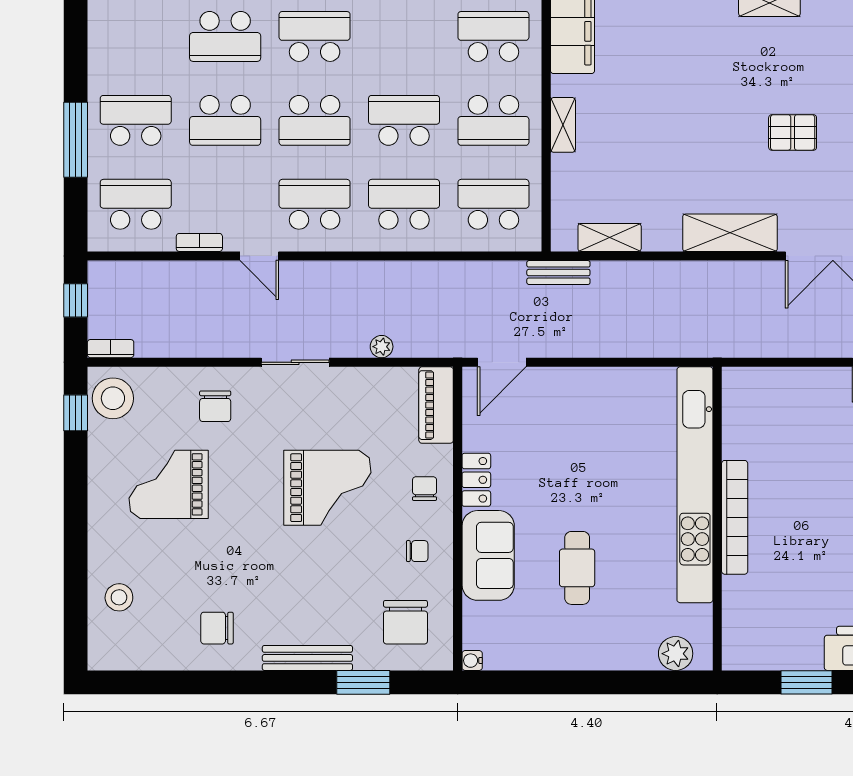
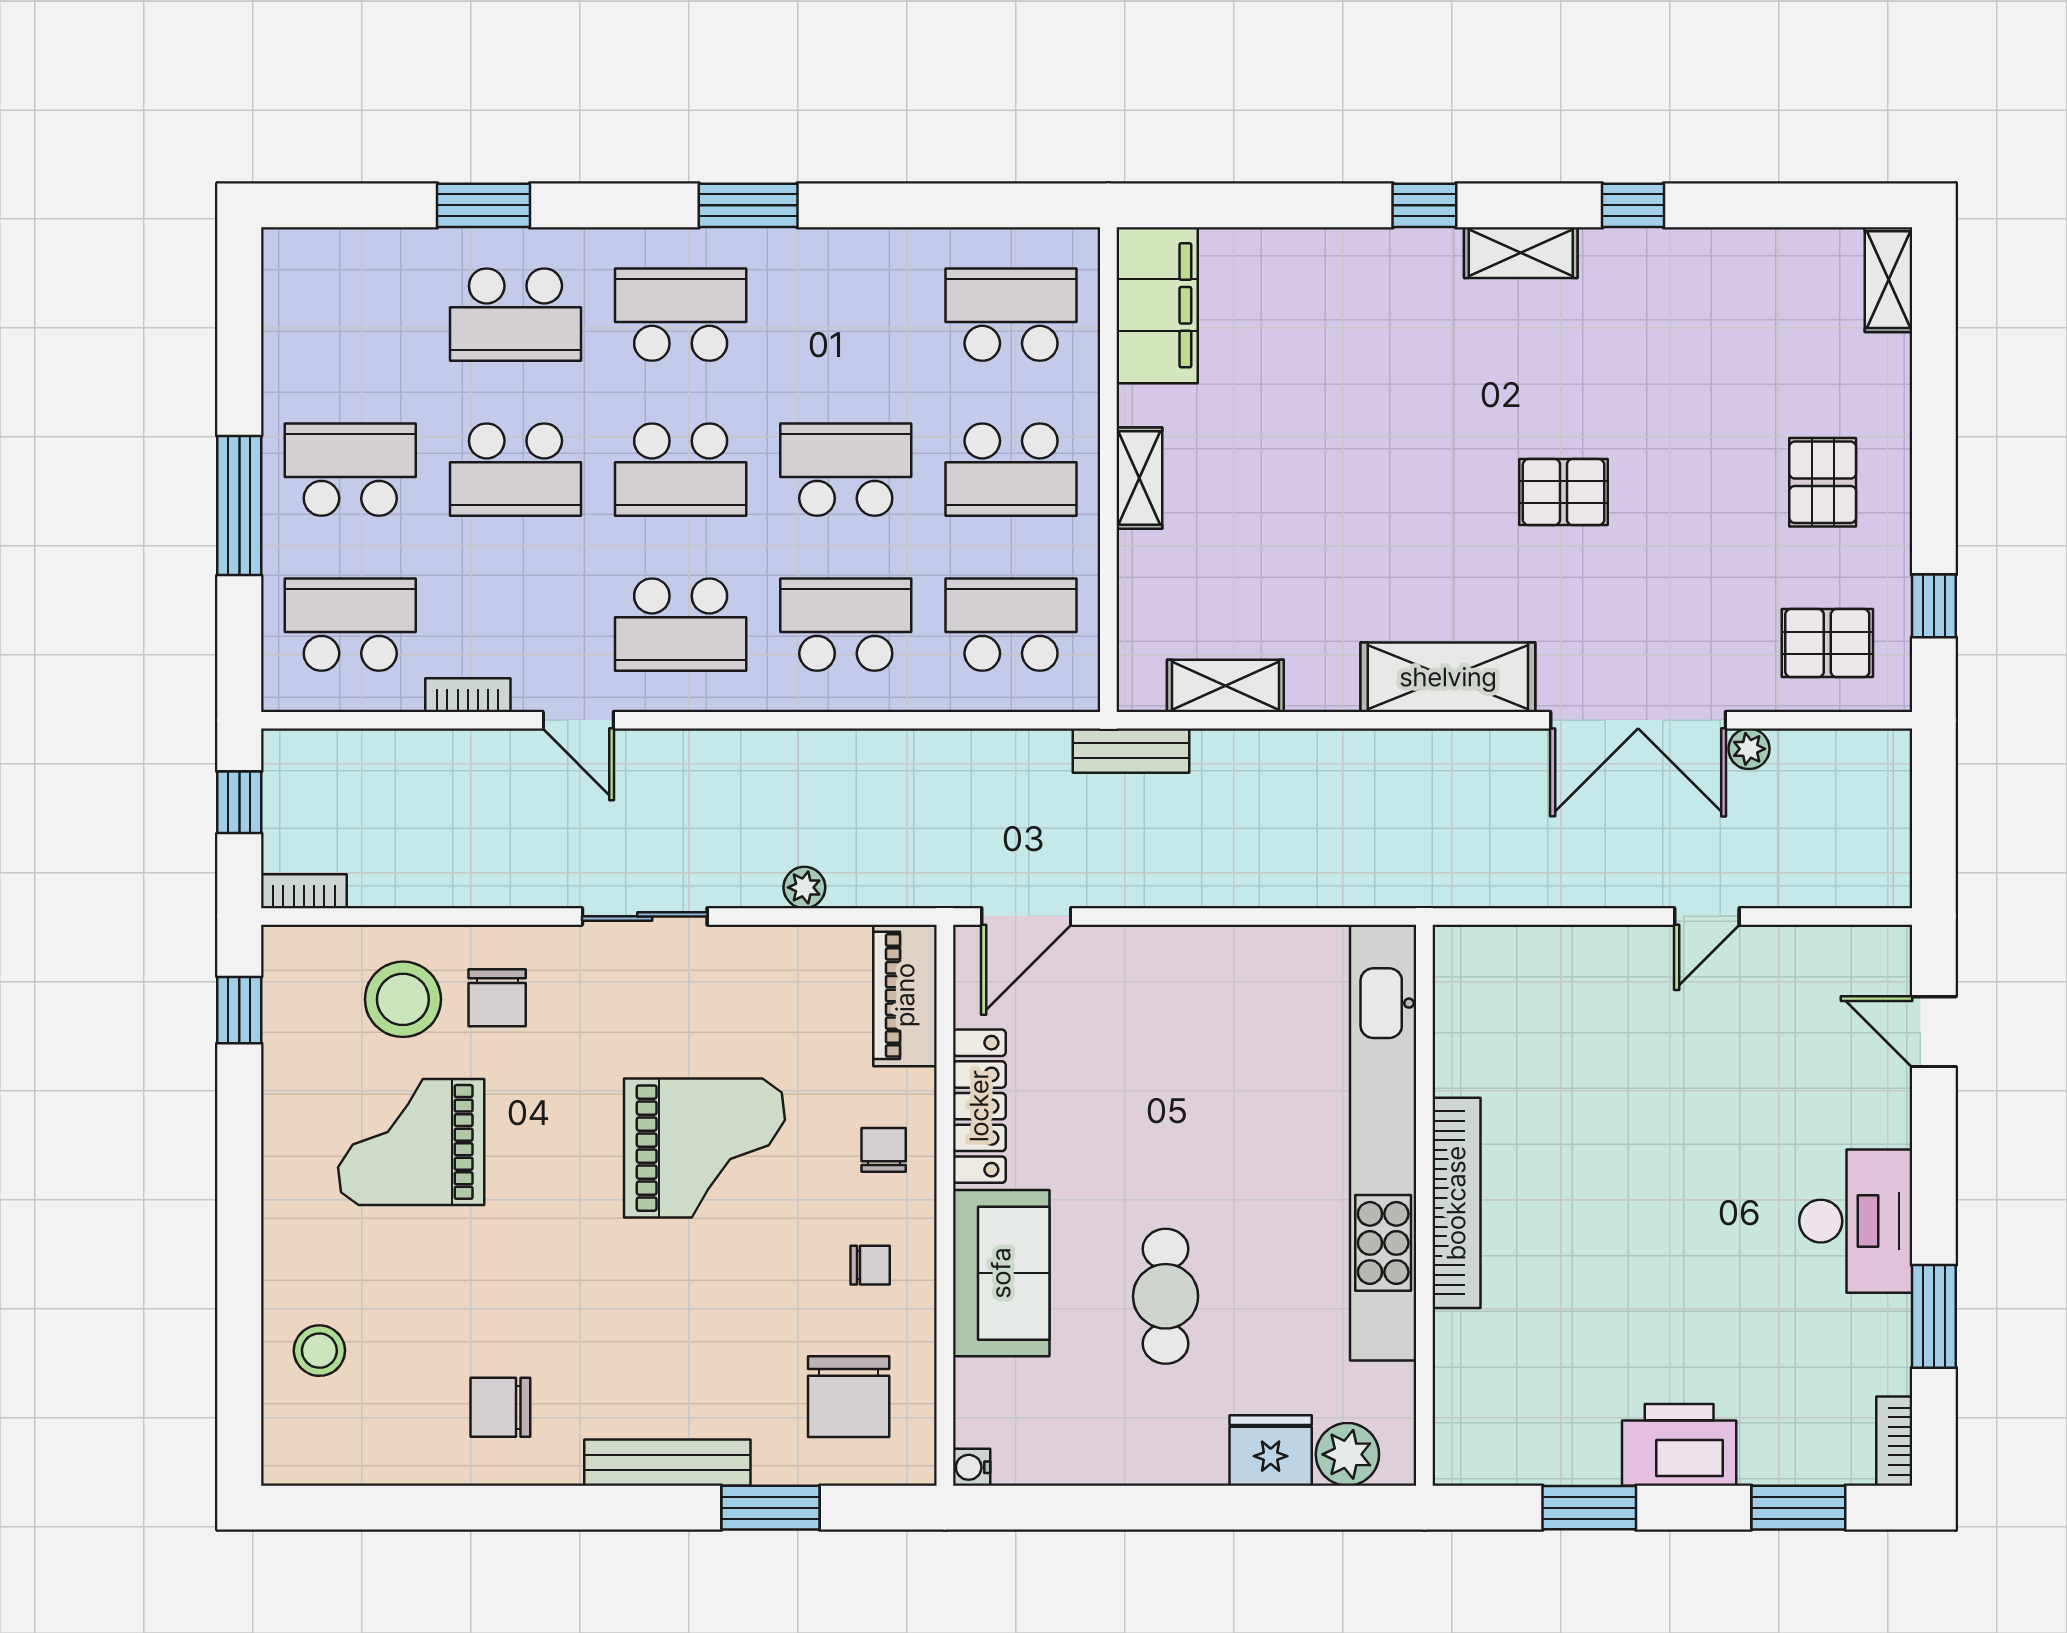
school desk: (315, 204) -> (681, 625), turned 180
stool: (113, 398) -> (403, 999), moved
locker: (476, 480) -> (979, 1106), width x1.53
fridge: (634, 651) -> (1271, 1451), added

